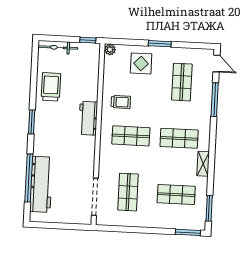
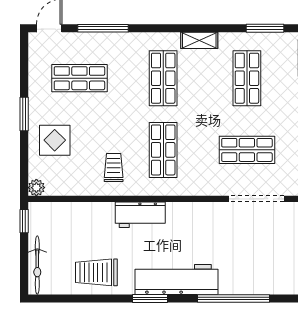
workbench: (41, 184) -> (176, 279), moved

